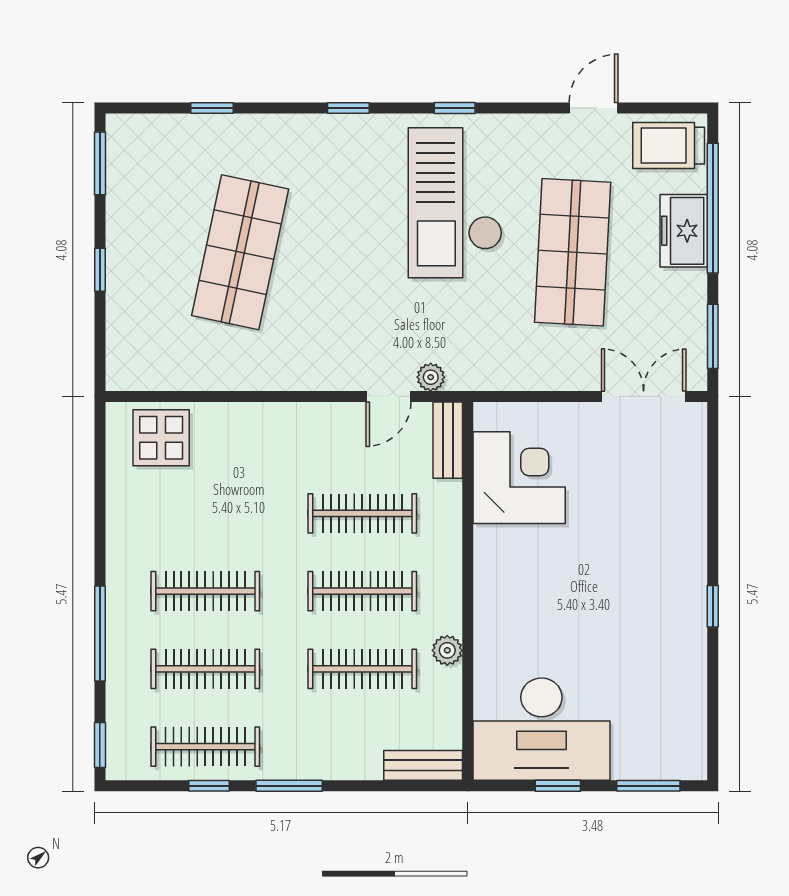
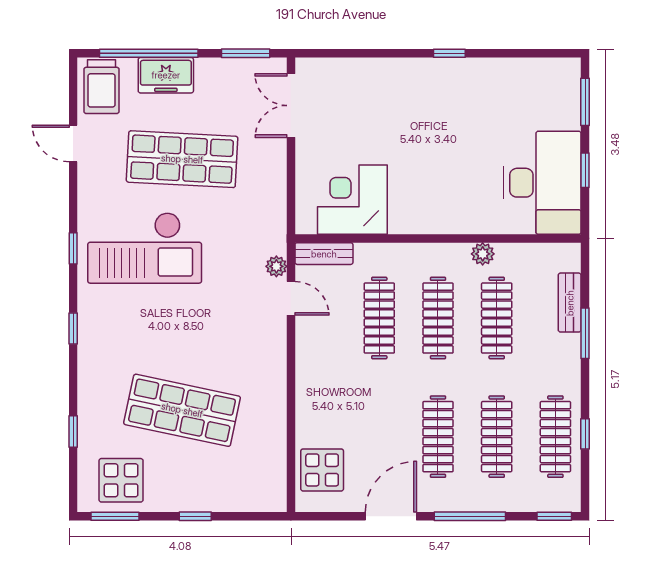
display table: (147, 171) -> (121, 480), added
door: (100, 529) -> (391, 516), added
bench: (423, 765) -> (570, 303), moved
window: (289, 786) -> (585, 333), moved

